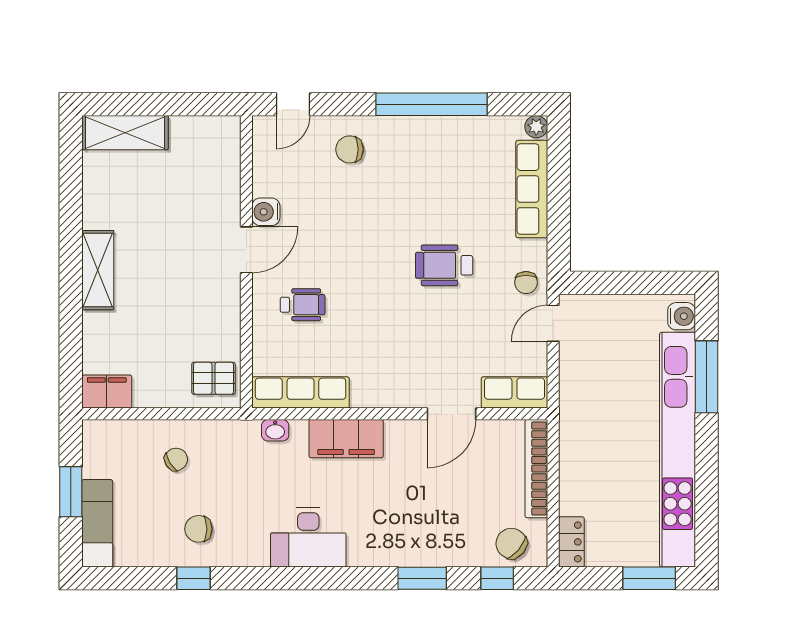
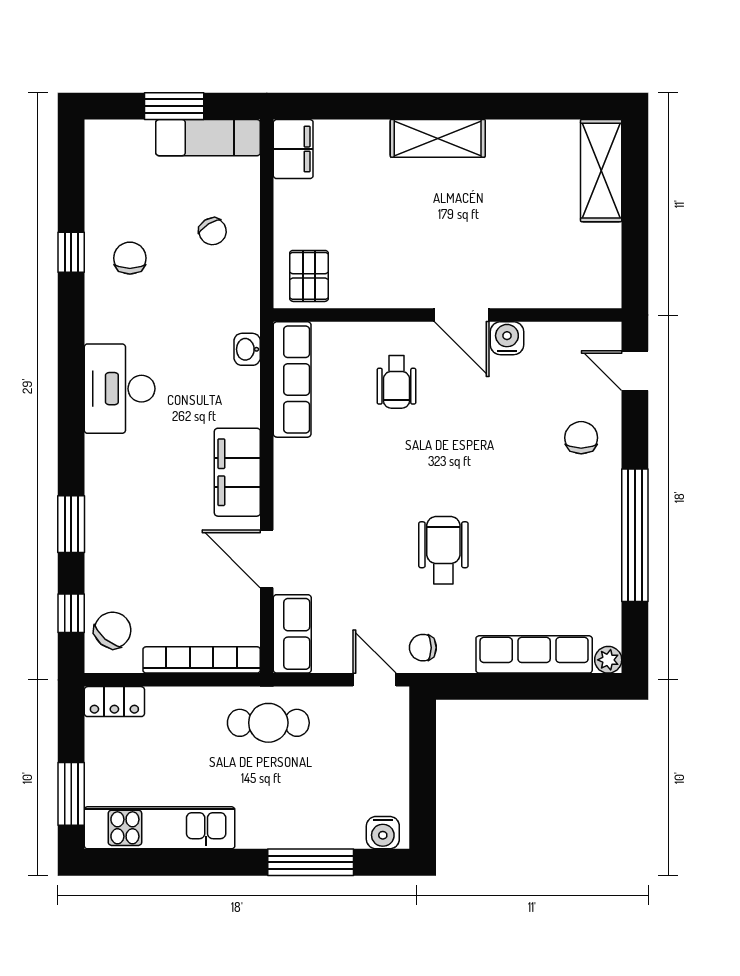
cafe table: (589, 412) -> (268, 723), added
filing cabinet: (346, 439) -> (237, 472), moved
kitchen unit: (678, 450) -> (160, 828), width x0.54
exam couch: (97, 523) -> (208, 138), moved

